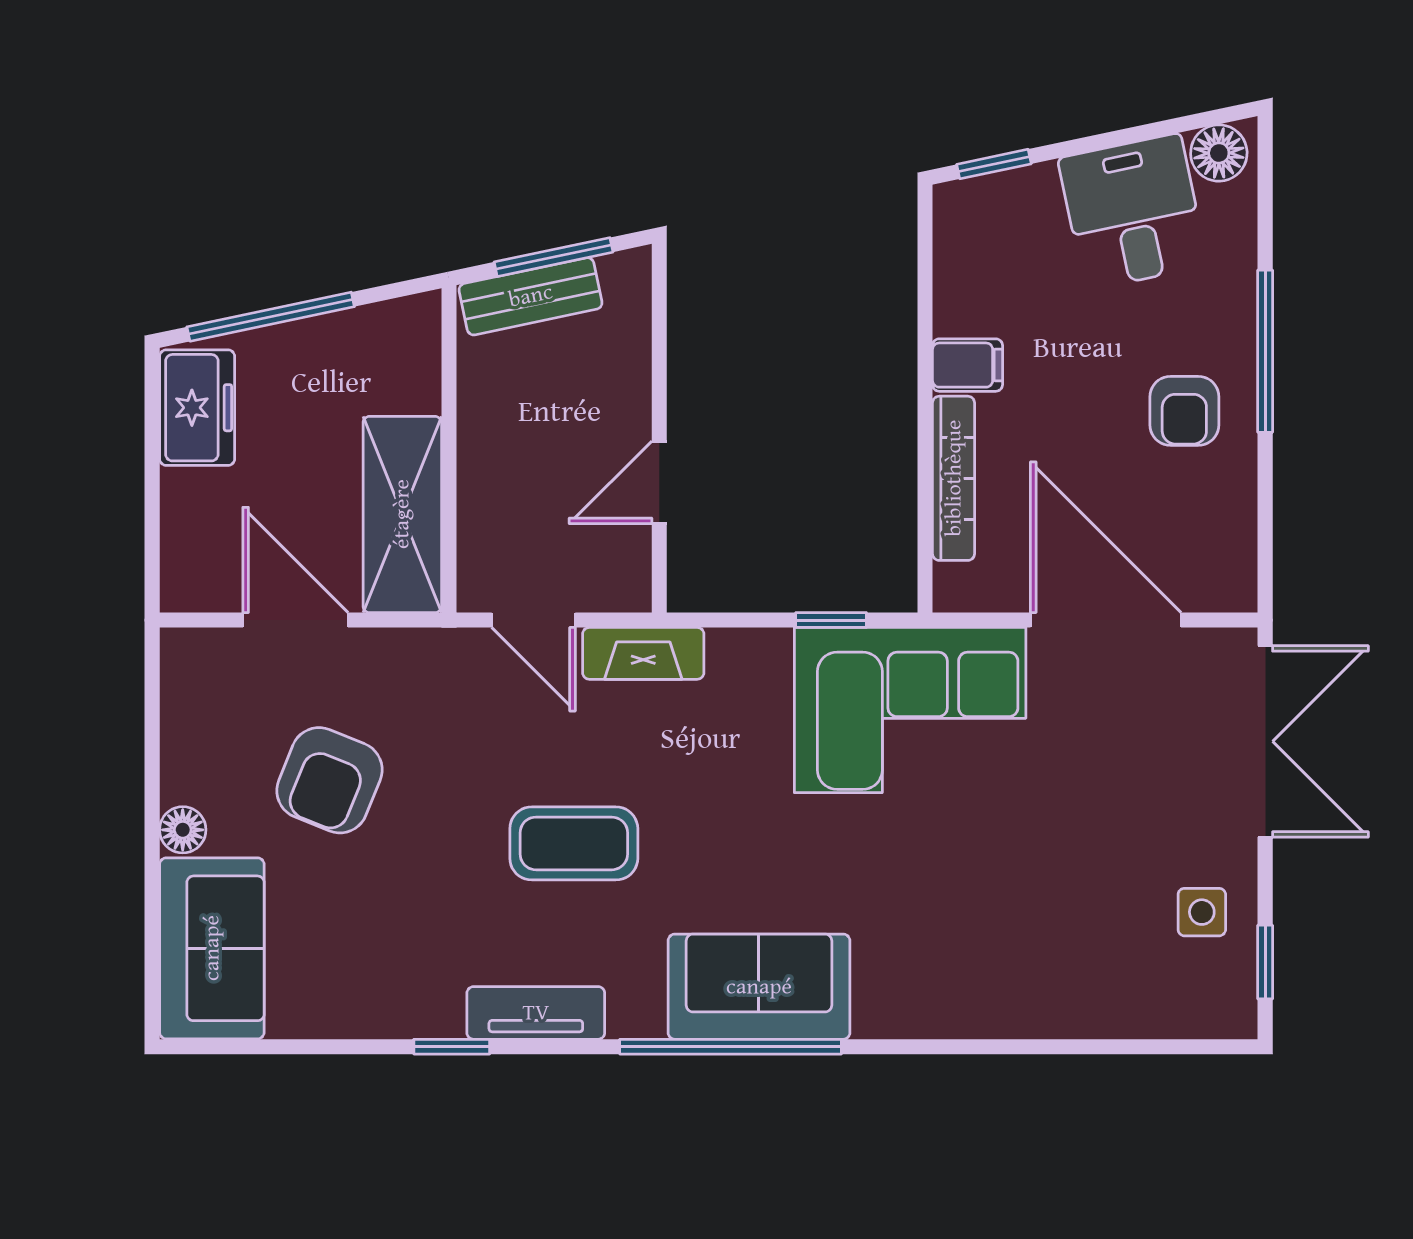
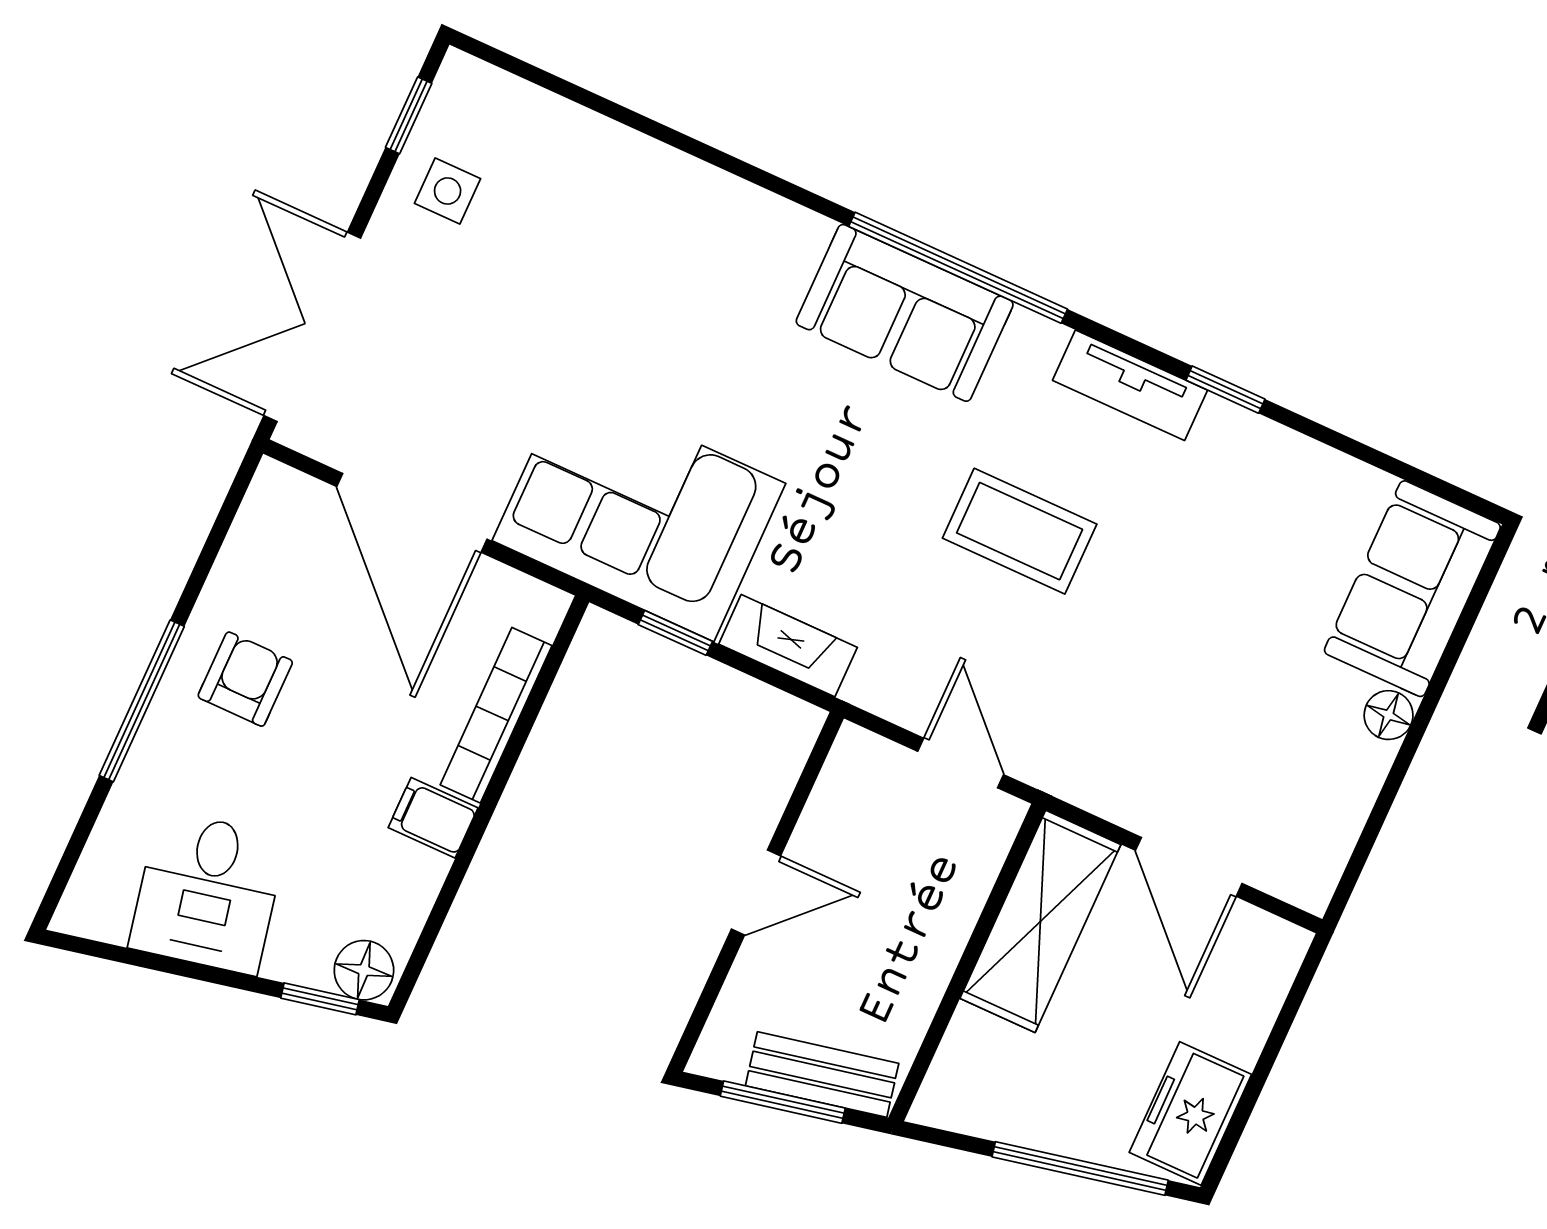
floor lamp: (1219, 153) -> (364, 970), moved
door: (659, 482) -> (756, 893), moved
fireplace: (643, 653) -> (788, 646), moved
armchair: (329, 780) -> (1226, 699), removed

